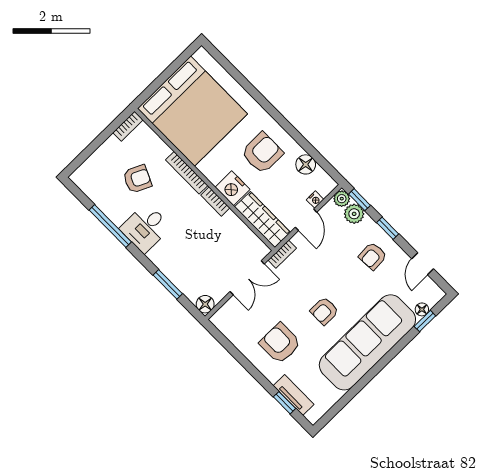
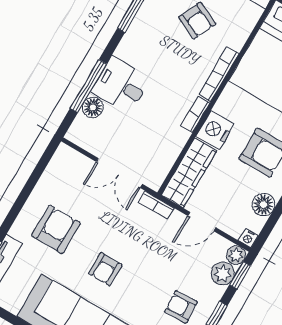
nightstand: (315, 200) -> (248, 238), moved
desk: (145, 228) -> (121, 85), moved
window: (168, 284) -> (88, 86), width x1.44
floor lamp: (205, 304) -> (93, 107), moved
armchair: (324, 311) -> (105, 269), turned -90

